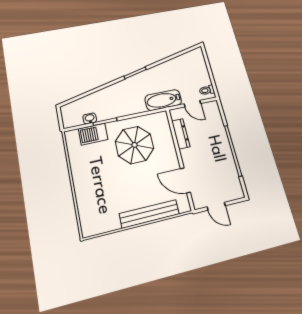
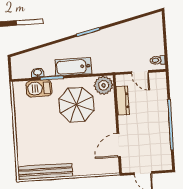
bathtub: (163, 100) -> (73, 67), moved
plant: (159, 121) -> (104, 85), added
door: (185, 180) -> (119, 145), hinge flipped
bench: (149, 214) -> (45, 172), moved

